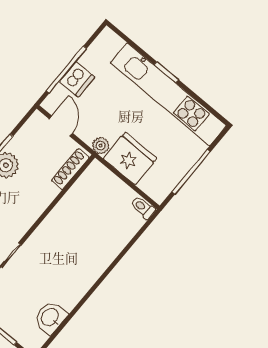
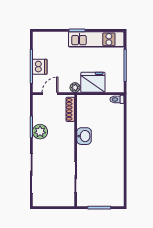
kitchen unit: (168, 94) -> (96, 39), width x0.73
door: (61, 126) -> (50, 94), hinge flipped
washbasin: (50, 317) -> (84, 136), moved, turned 180

